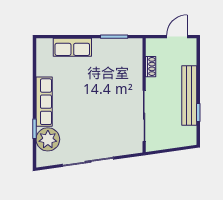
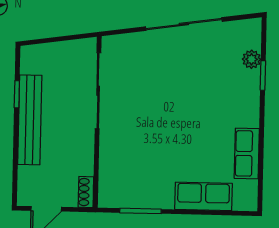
shoe rack: (151, 67) -> (86, 192), moved
row of seats: (44, 102) -> (247, 153), moved, width x0.68
plant: (48, 139) -> (252, 59), width x0.53, depth x0.53

